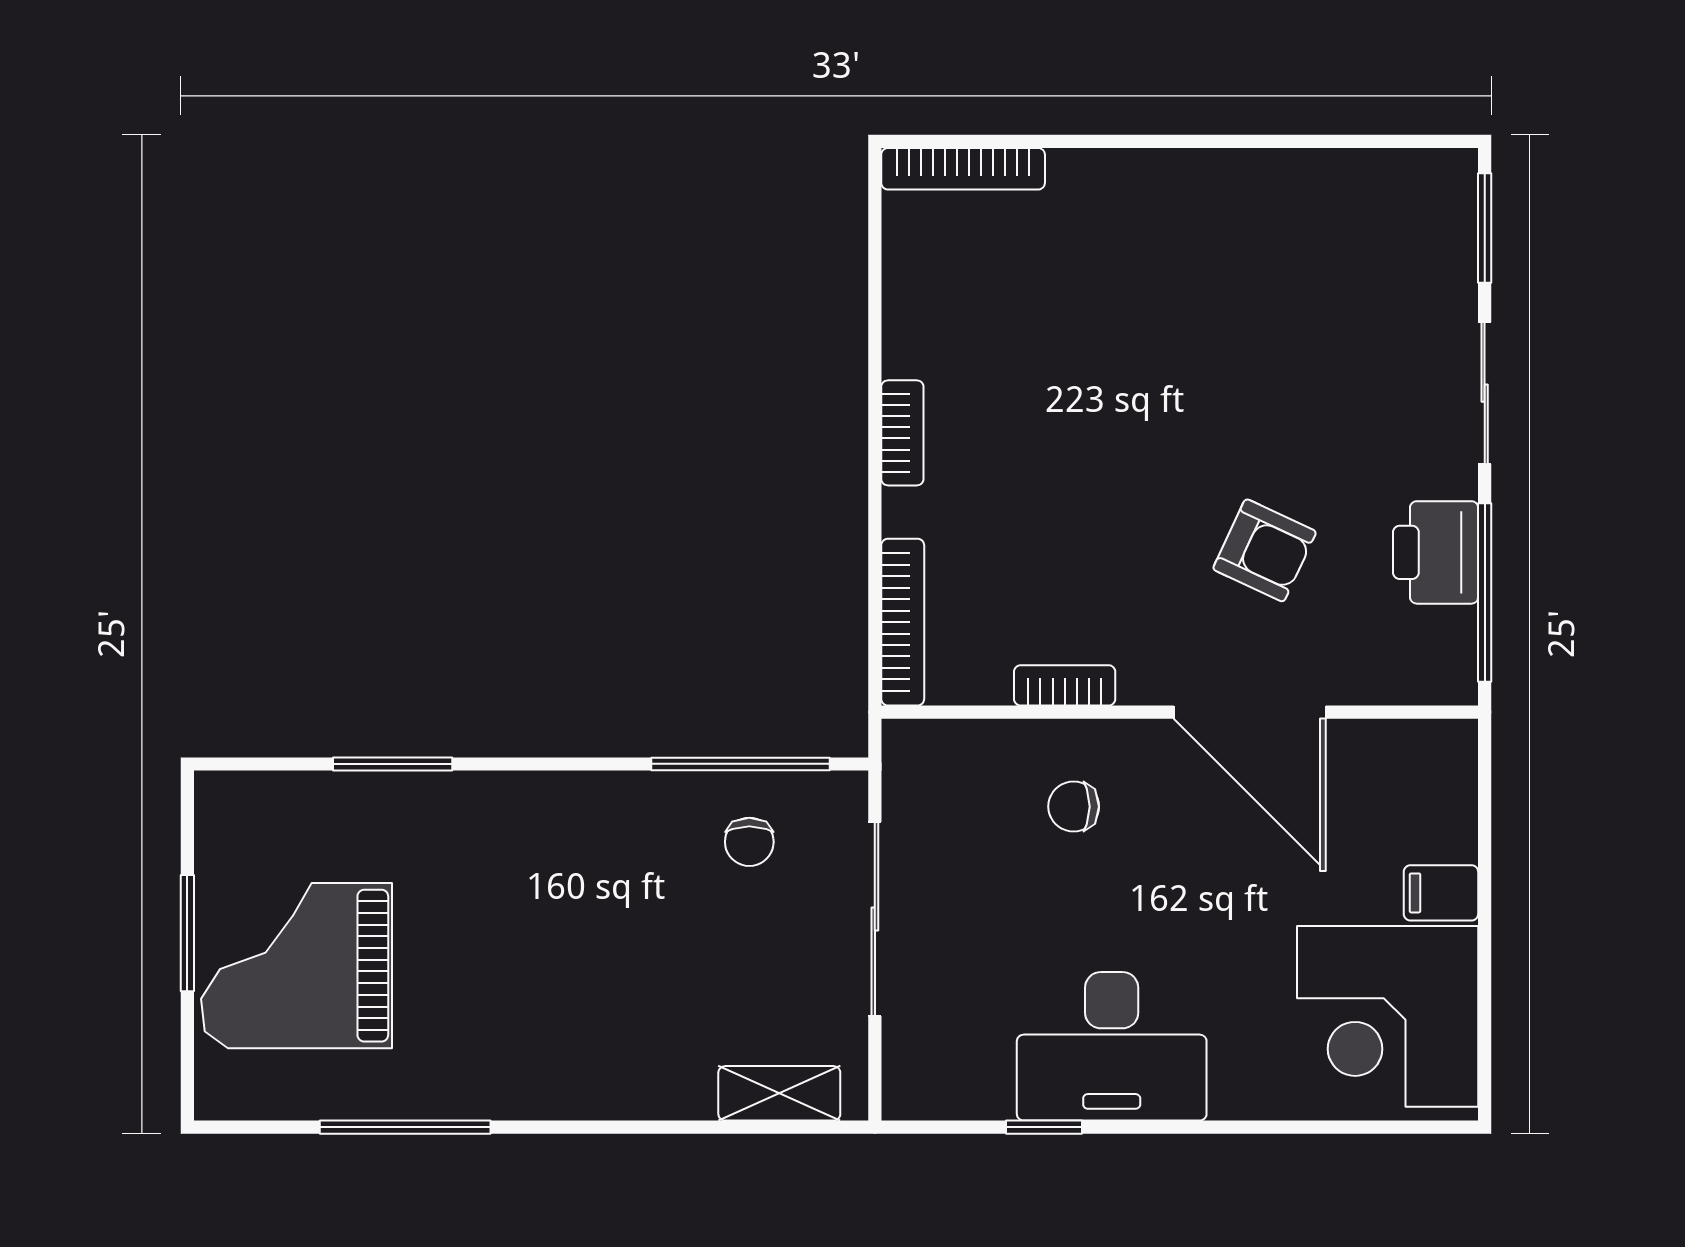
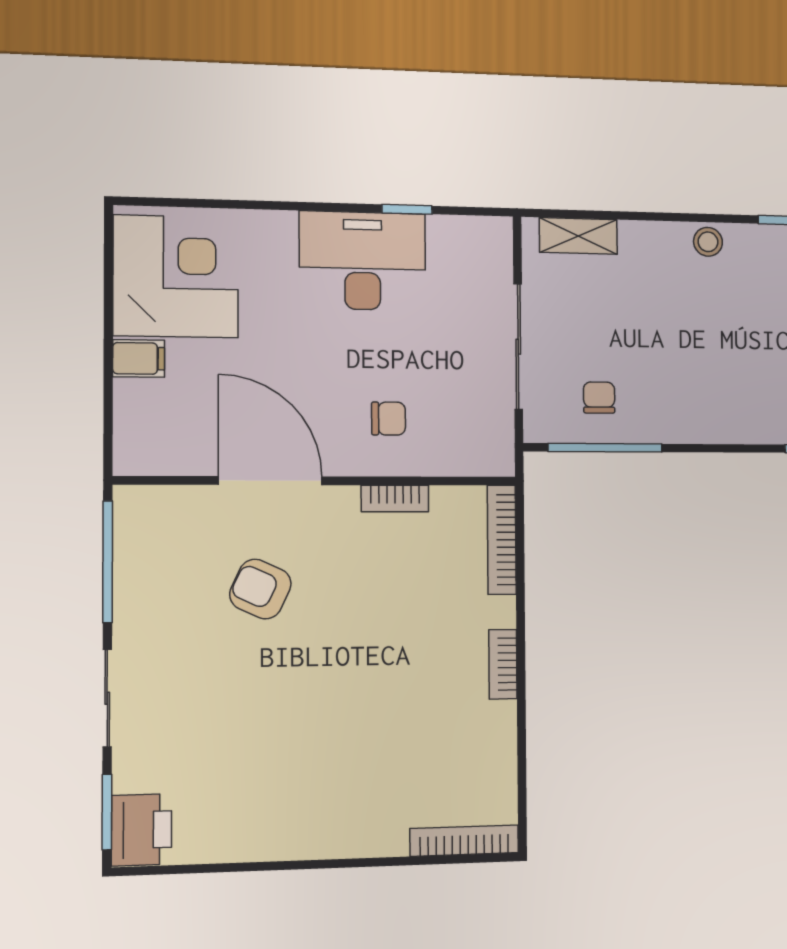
printer: (1436, 552) -> (142, 830), moved
stool: (573, 1090) -> (708, 242), added

